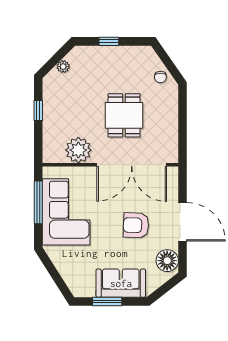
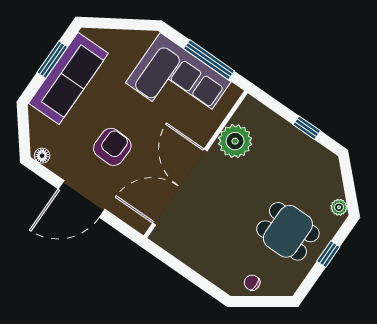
plant: (63, 67) -> (339, 207), moved
dining table: (124, 115) -> (288, 231), moved
floor lamp: (167, 261) -> (42, 156), width x0.53, depth x0.53
sofa: (121, 283) -> (68, 78), width x1.36

